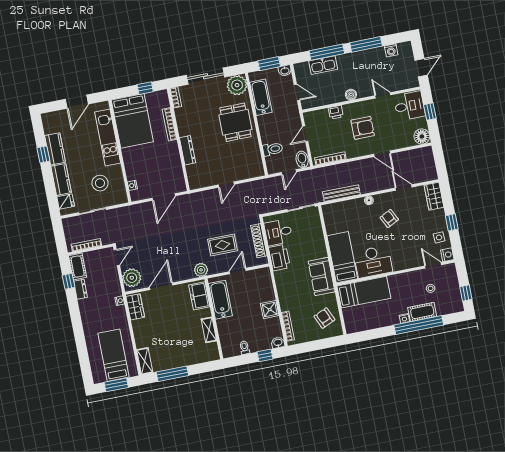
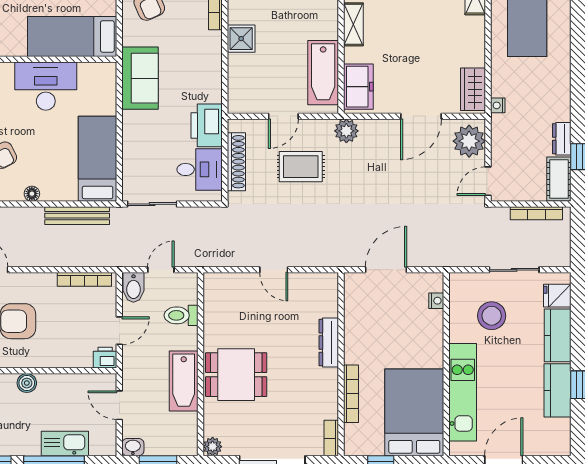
plant: (237, 85) -> (213, 447), width x0.53, depth x0.53
bathtub: (261, 97) -> (184, 381), moved
printer: (336, 112) -> (105, 358), moved
dining table: (235, 122) -> (236, 375), turned 90
door: (226, 185) -> (274, 270), swing flipped
bed: (342, 257) -> (98, 159), moved, turned 180

